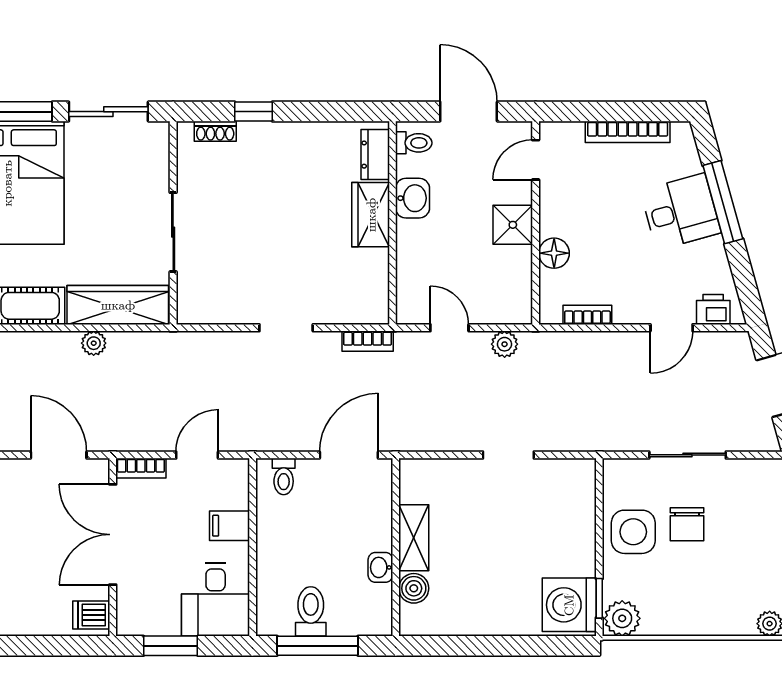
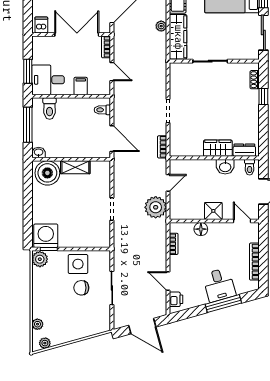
plant: (505, 344) -> (156, 207), width x1.87, depth x1.87
washbasin: (380, 567) -> (39, 153), moved
boiler: (414, 588) -> (47, 173), width x1.86, depth x1.86
toilet: (311, 611) -> (50, 109), moved, turned 90
window: (171, 646) -> (28, 71), moved

